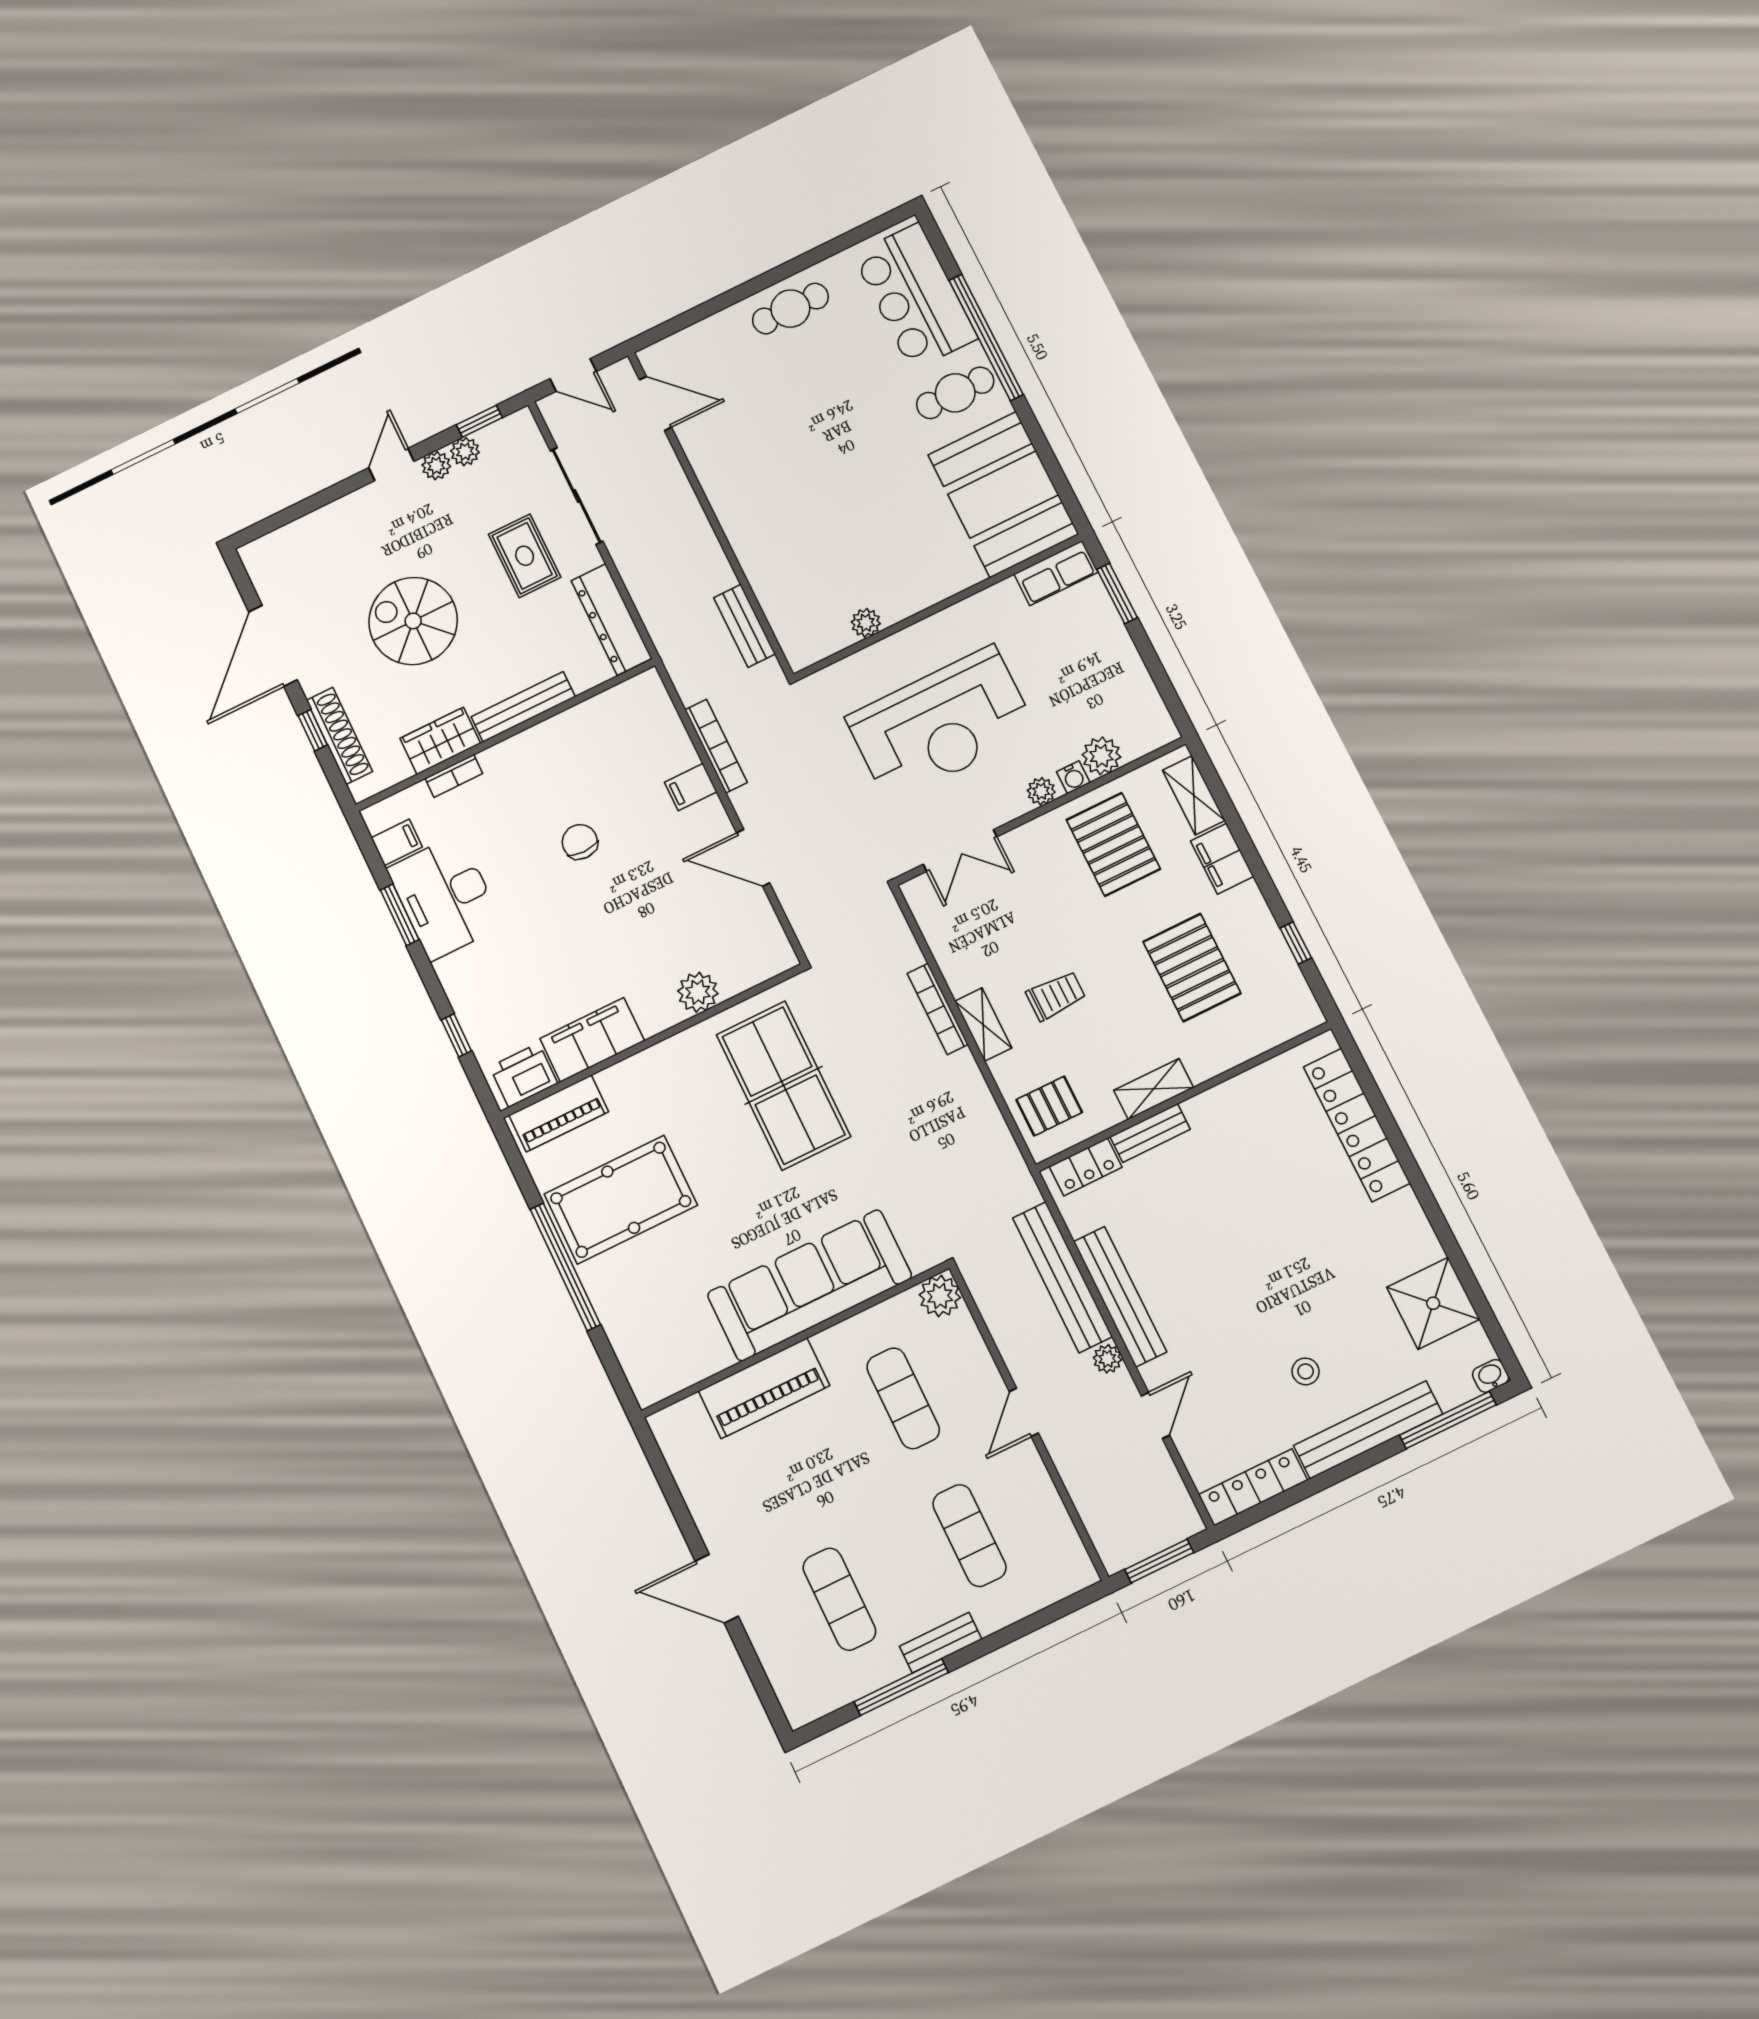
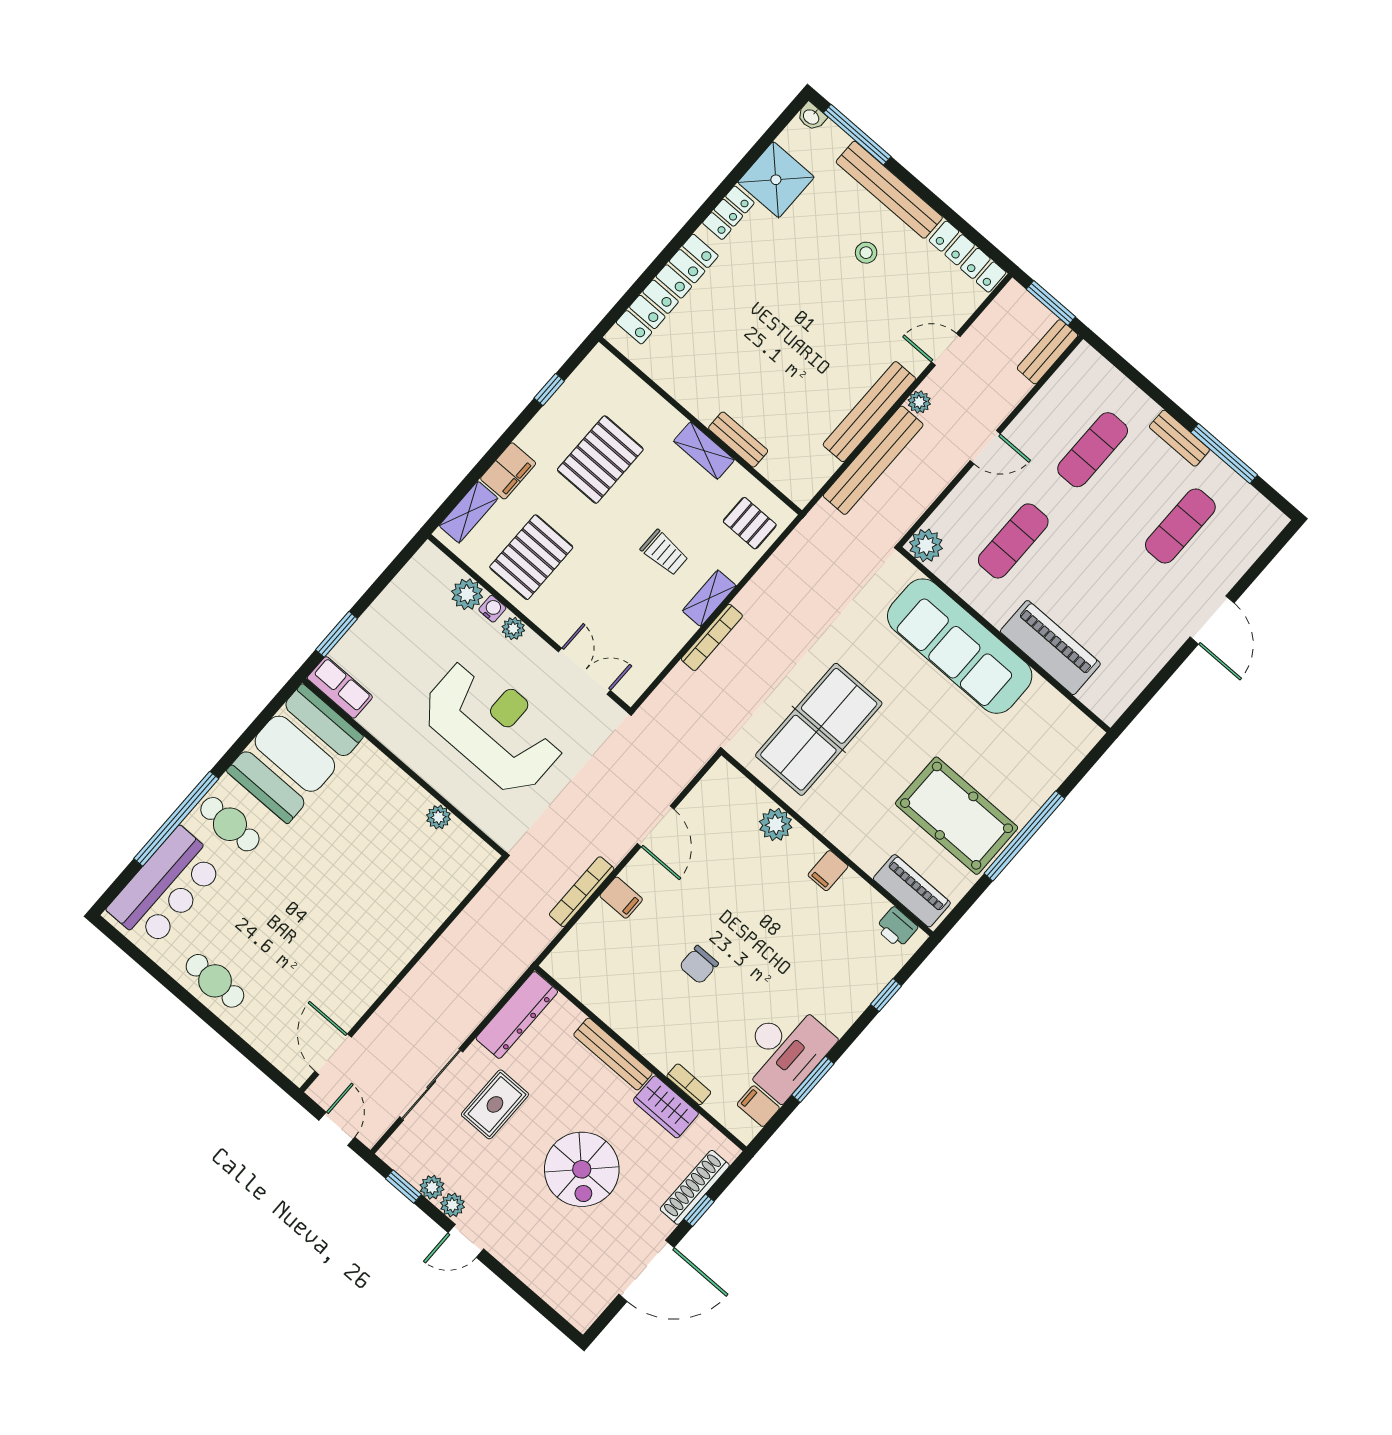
bench: (744, 626) -> (1047, 352), moved
trolley: (1056, 996) -> (664, 553), turned 180
filing cabinet: (592, 1040) -> (828, 871), width x0.33, depth x0.86
printer: (524, 1075) -> (897, 928), width x0.73, depth x0.81
locker: (1086, 1167) -> (728, 213), moved, turned 90

